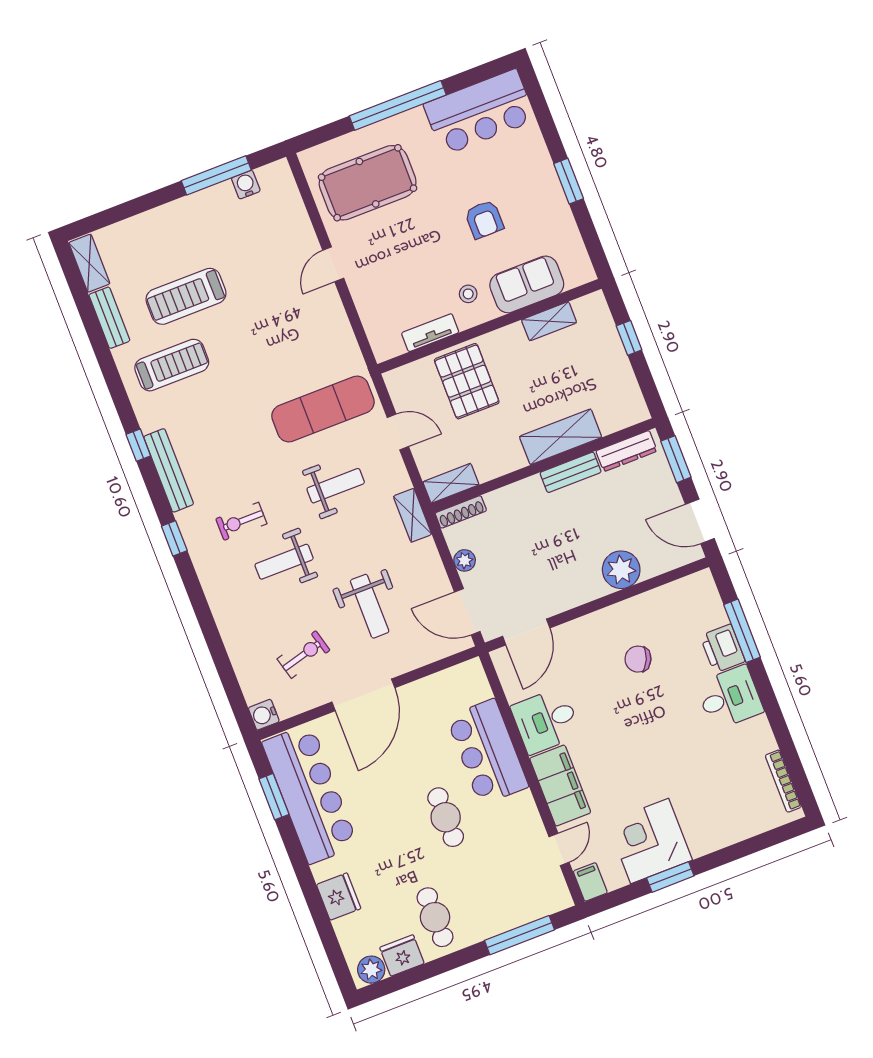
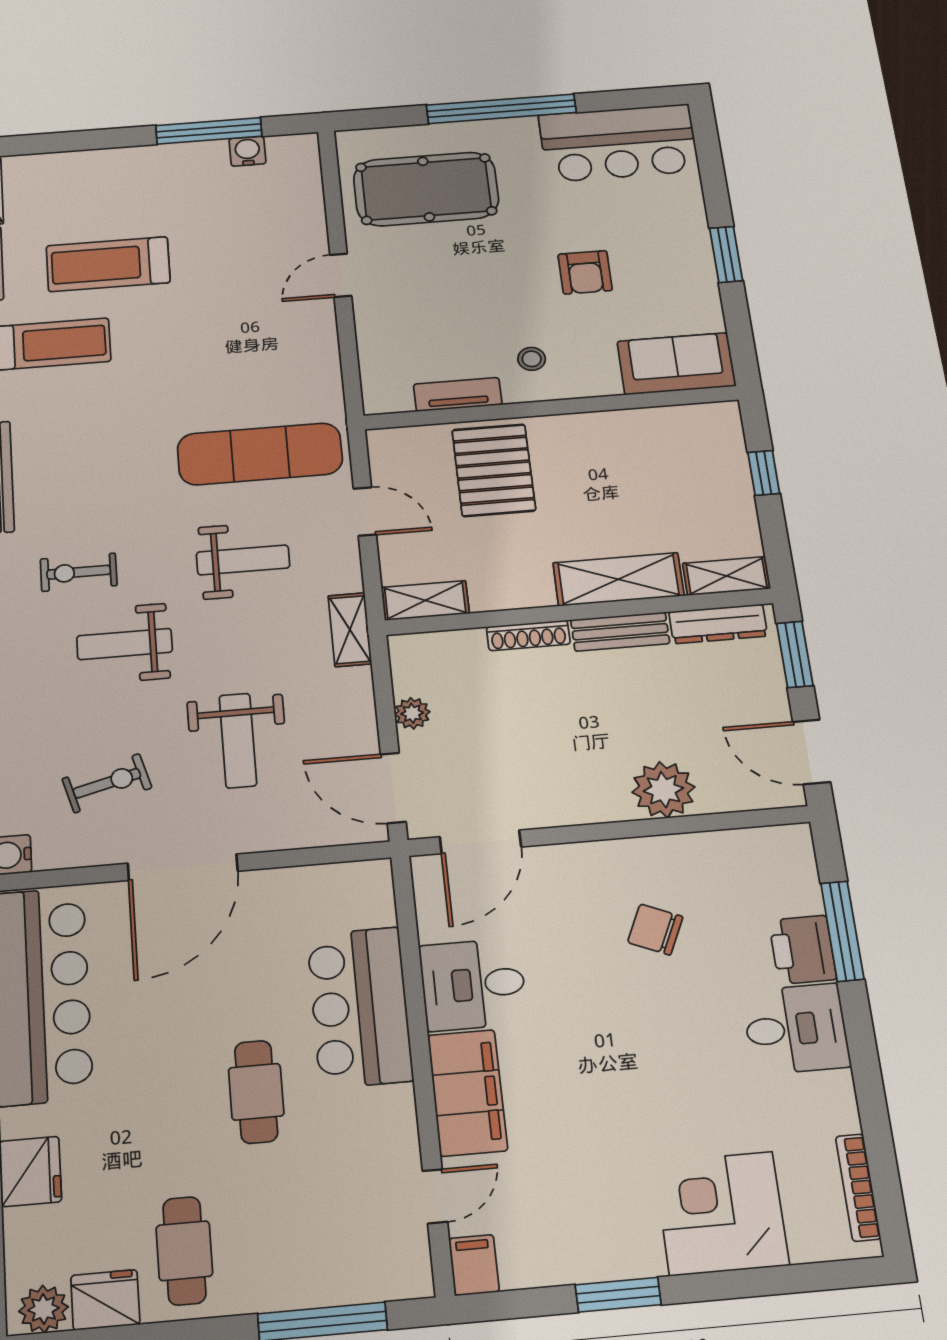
sofa: (527, 284) -> (676, 364), moved
shelving: (549, 321) -> (726, 576), moved
shoe rack: (461, 512) -> (528, 635), moved
corner desk: (650, 841) -> (721, 1213), moved

